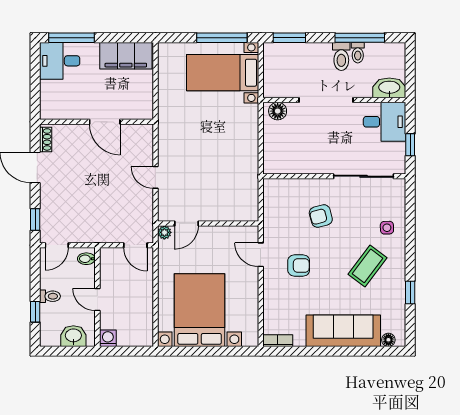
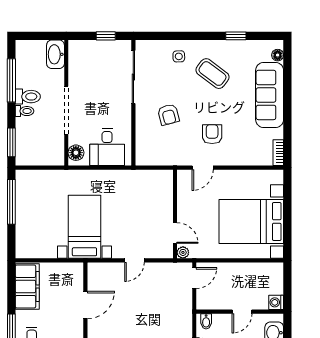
toilet: (358, 53) -> (24, 111), moved
bed with nightstands: (223, 73) -> (84, 227), moved, turned 180
desk: (385, 122) -> (107, 147), moved, turned 180

